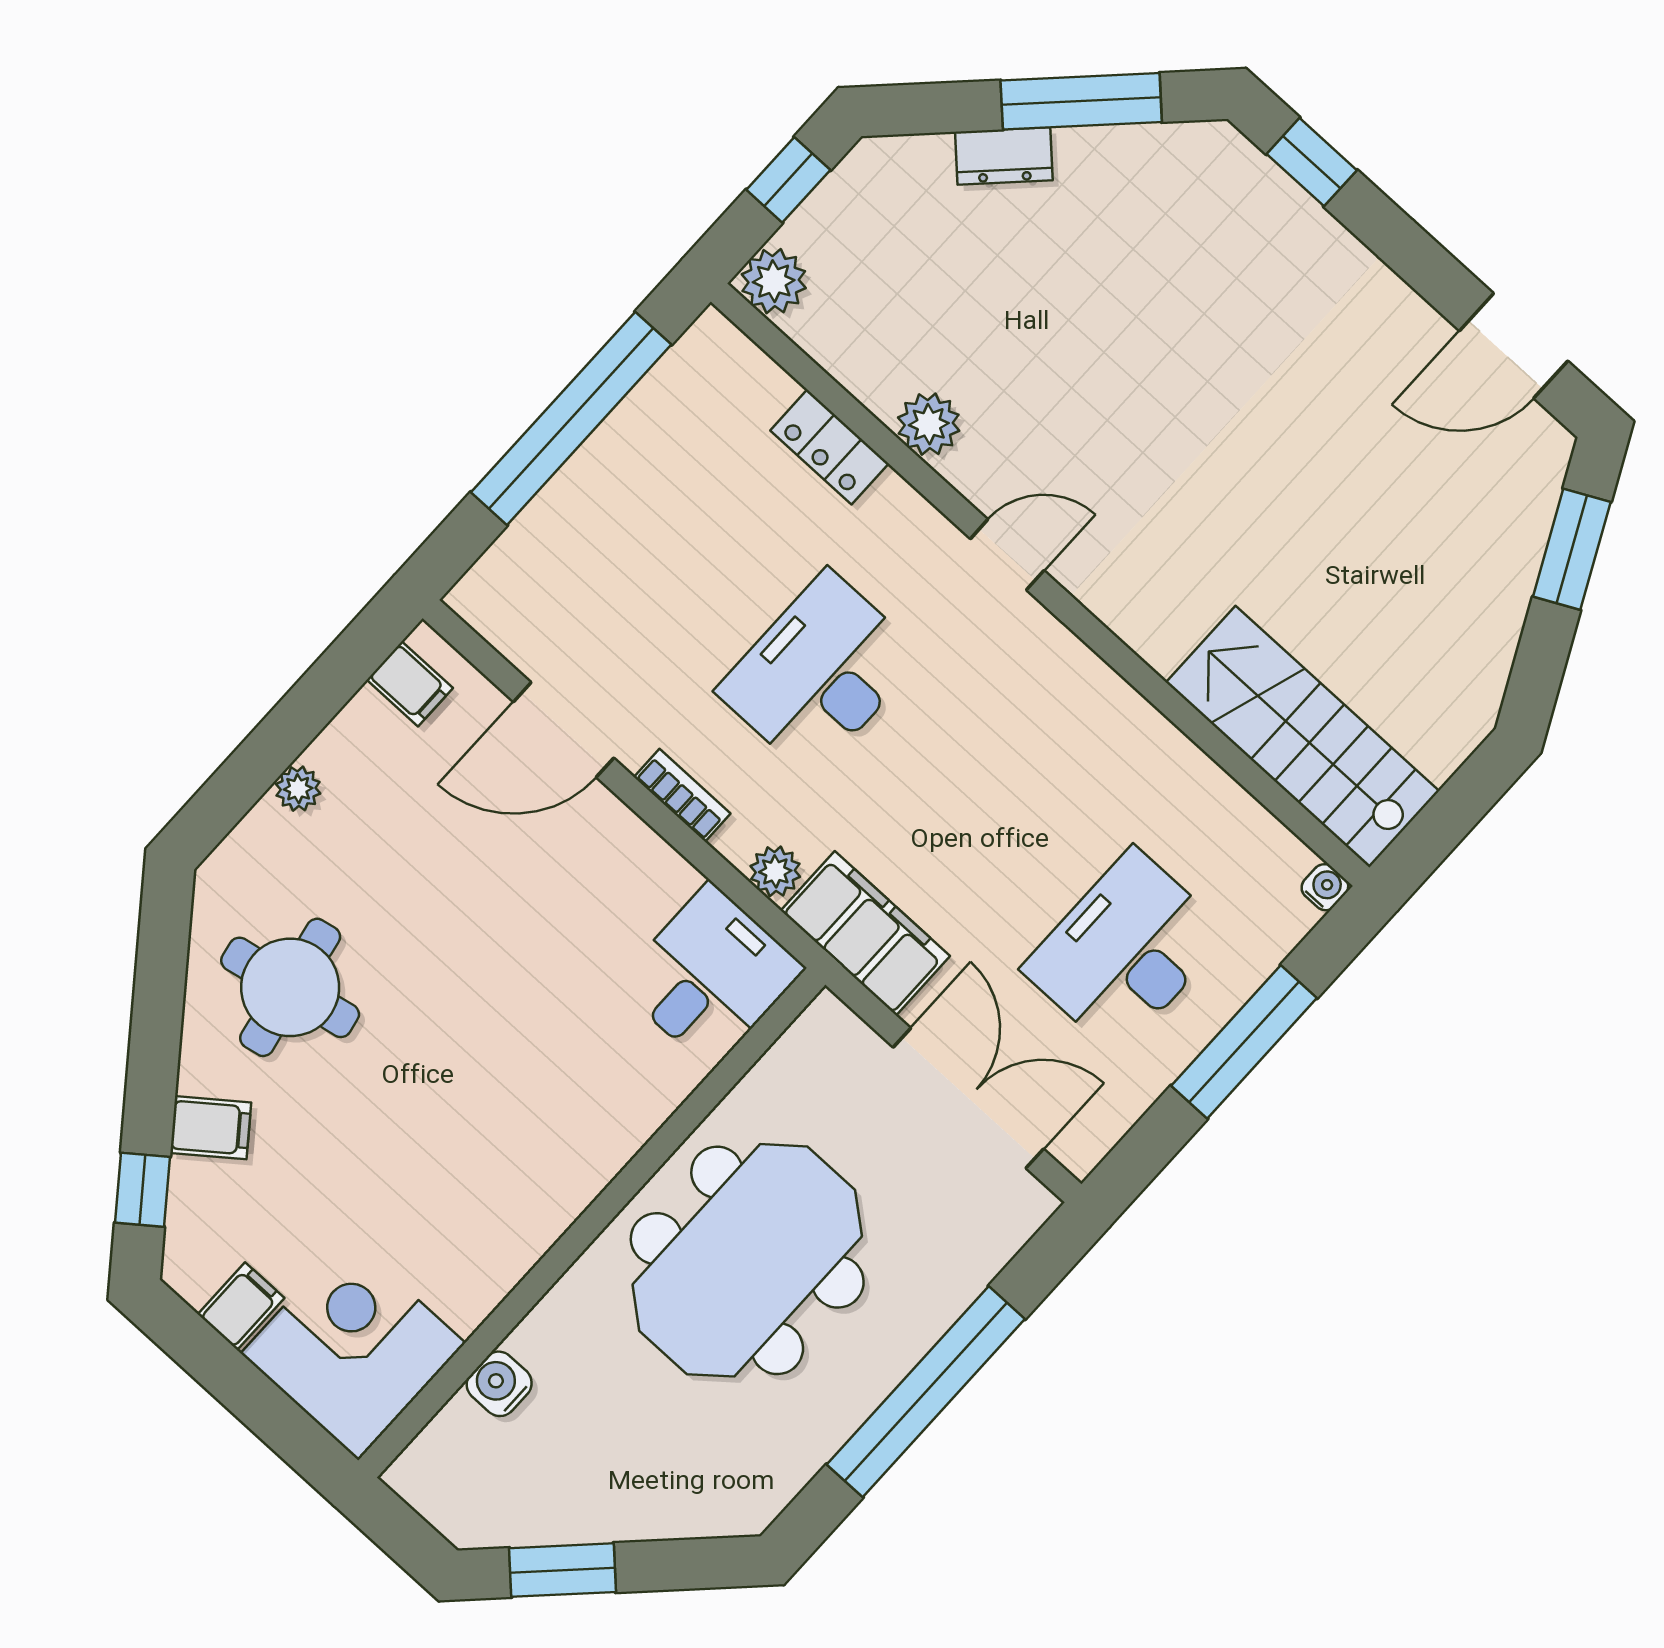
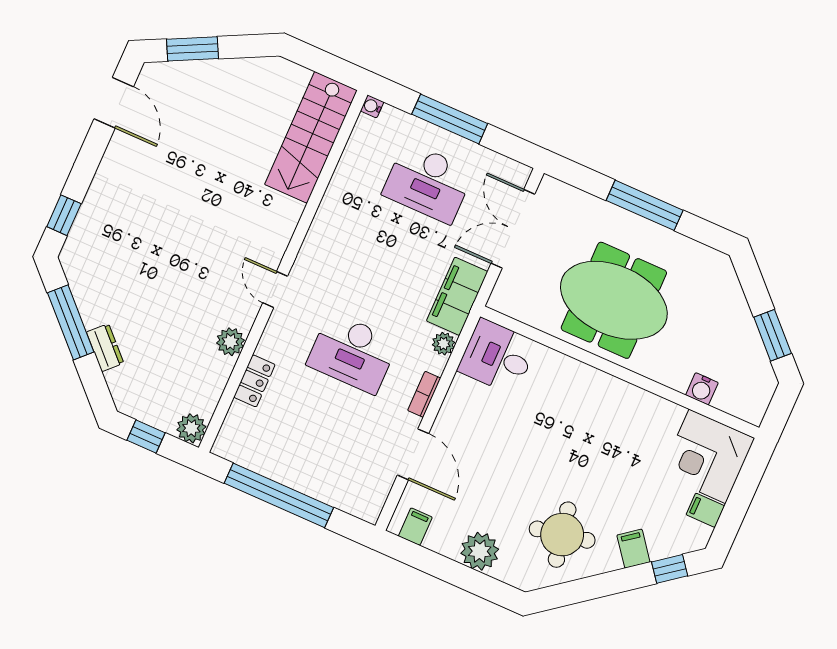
plant: (298, 789) -> (480, 551), width x1.88, depth x1.88
window: (926, 1392) -> (645, 205), width x0.68

